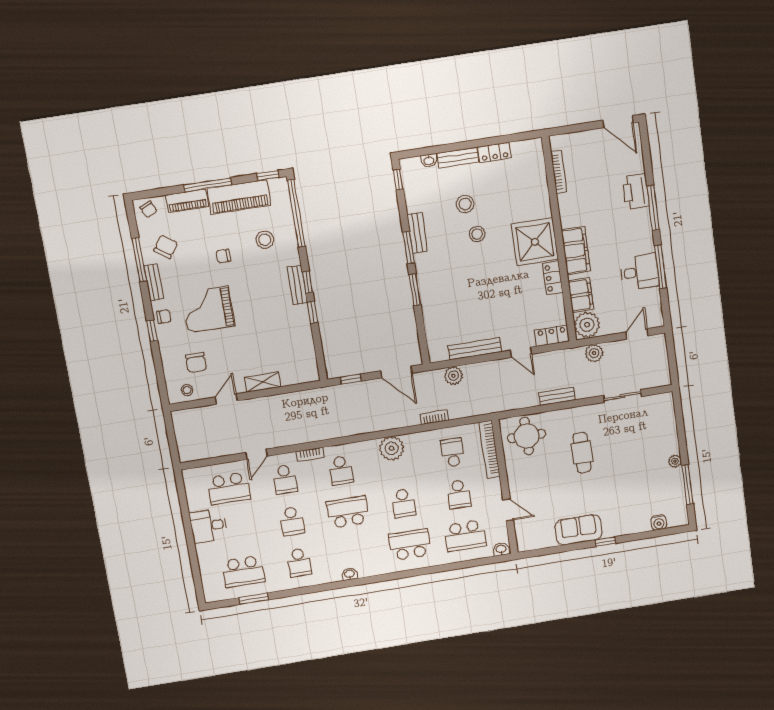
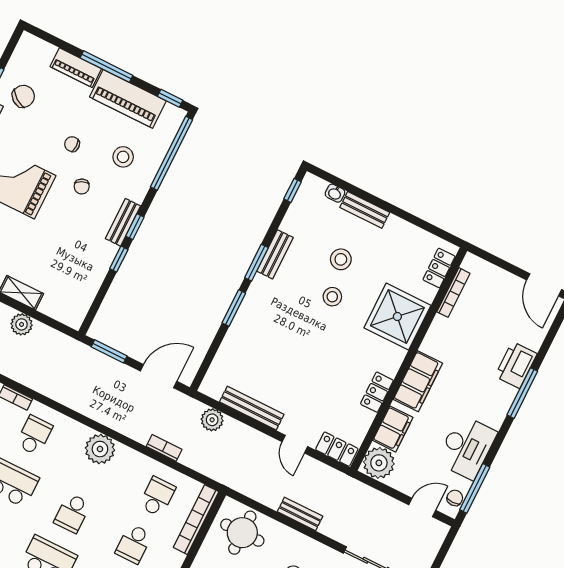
locker: (494, 152) -> (439, 268), moved, turned 90
chair: (149, 209) -> (82, 187), moved
shower: (535, 242) -> (397, 317), moved
window: (660, 267) -> (475, 488), moved
desk: (640, 272) -> (467, 447), width x1.37
chair: (655, 312) -> (455, 498), added
plant: (594, 353) -> (22, 324), moved
door: (396, 372) -> (159, 376), swing flipped
window: (351, 379) -> (109, 351), width x1.50
school desk: (341, 470) -> (34, 435), turned 180

